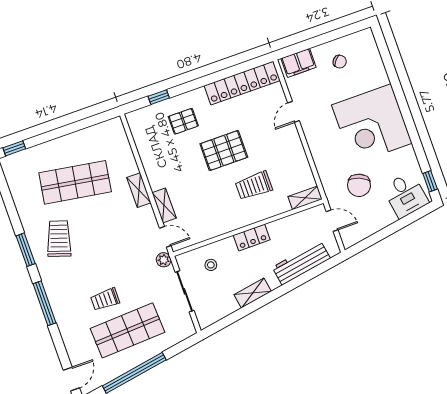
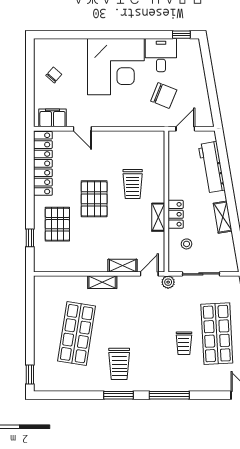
filing cabinet: (298, 63) -> (52, 118), moved, turned -90
pallet: (183, 121) -> (57, 224), width x1.50, depth x1.42
desk: (406, 195) -> (161, 55), moved, turned -80
shelving: (305, 198) -> (158, 217), moved
locker: (252, 238) -> (176, 214), moved
trolley: (59, 239) -> (119, 364), turned -108

